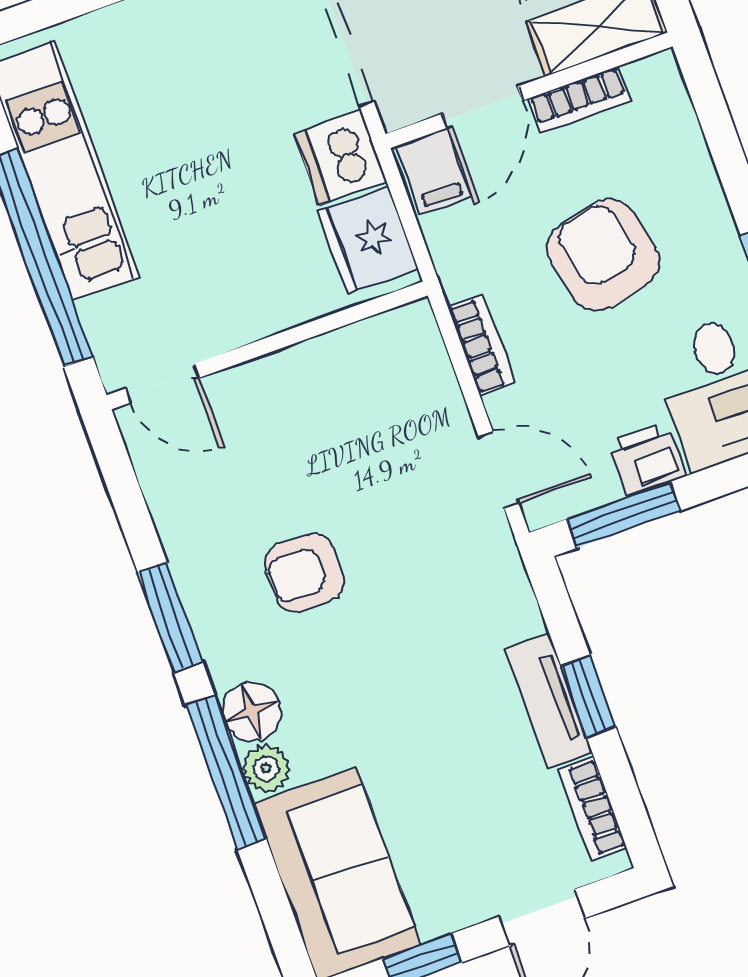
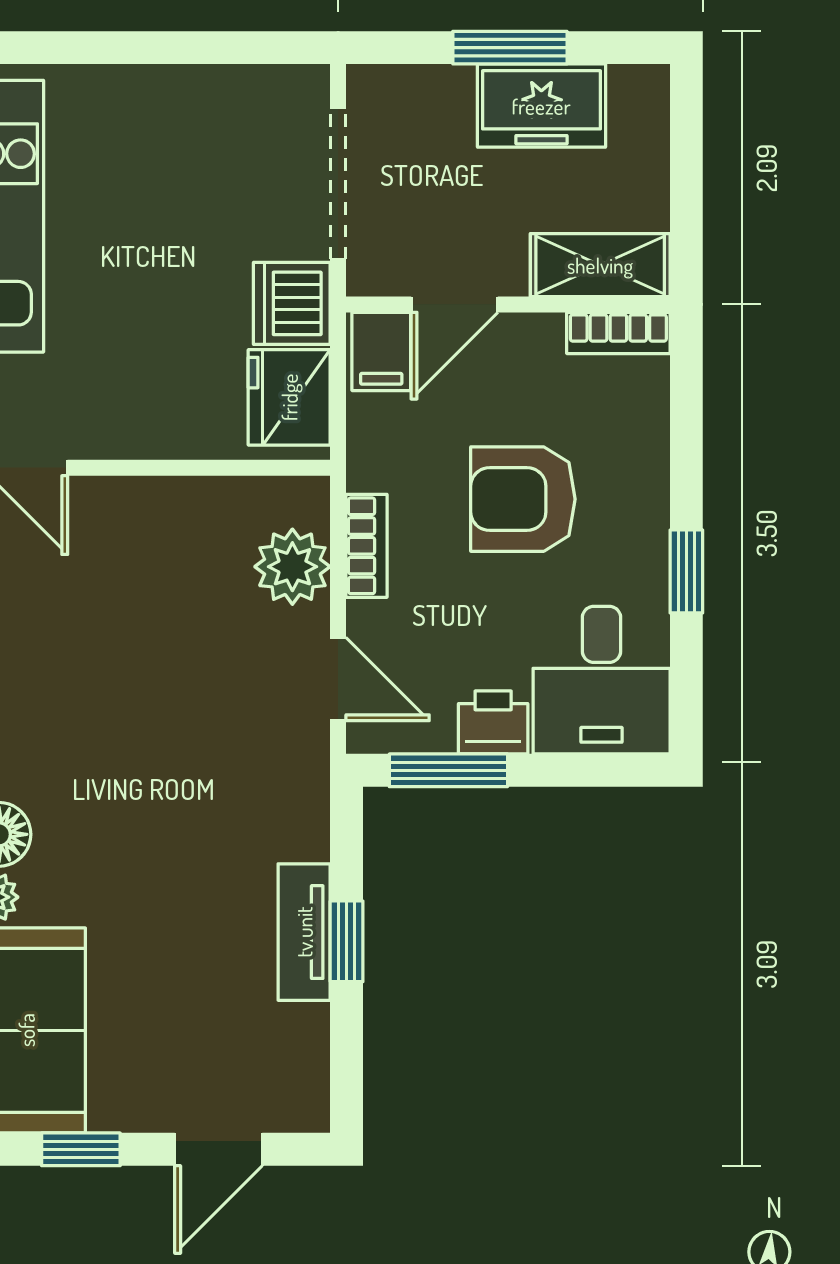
bookcase: (579, 100) -> (618, 333), moved
armchair: (603, 255) -> (523, 499), turned -78
plant: (424, 386) -> (292, 567), added
armchair: (304, 573) -> (103, 712), removed
bookcase: (592, 809) -> (309, 1057), removed

